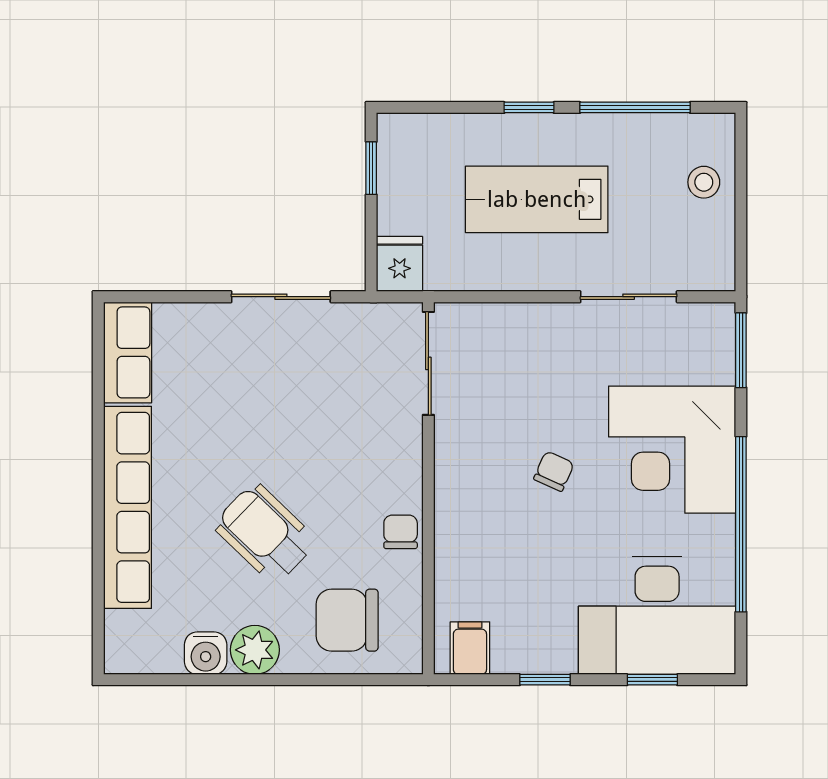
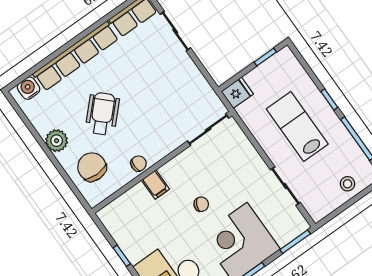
sliding door: (281, 297) -> (175, 31), moved
filing cabinet: (470, 648) -> (155, 185), moved, turned 90
water cooler: (206, 653) -> (29, 88), moved, turned 90

